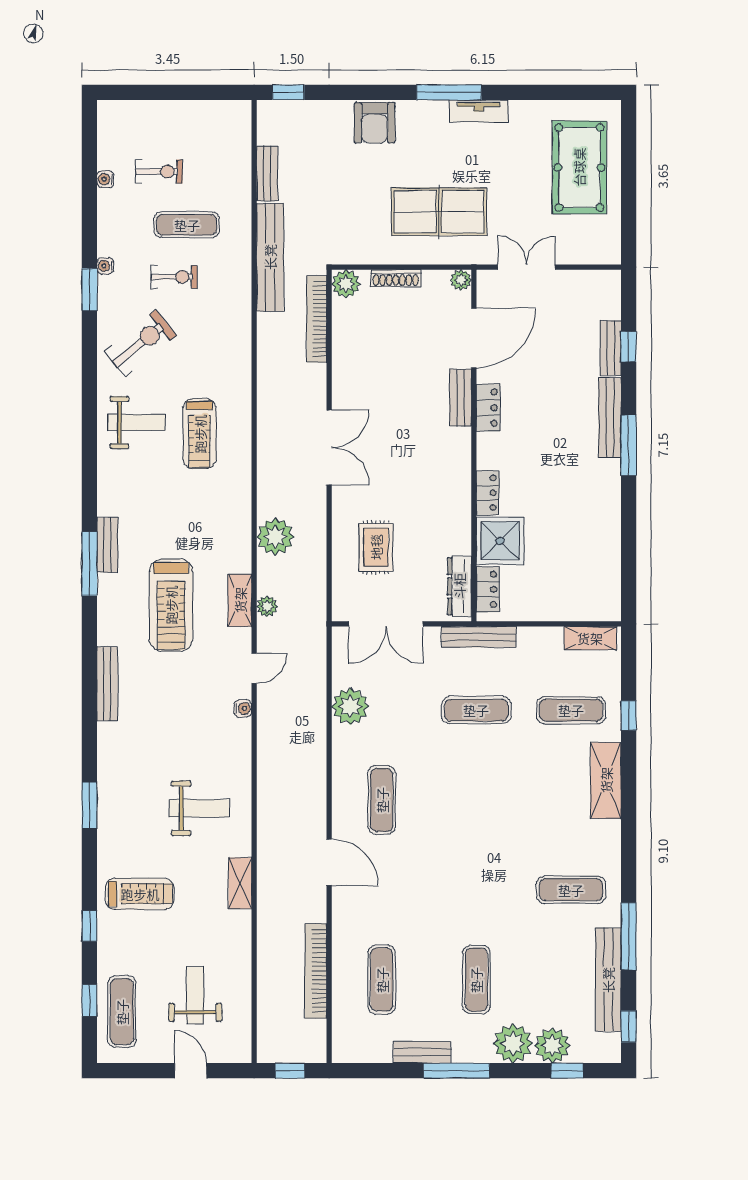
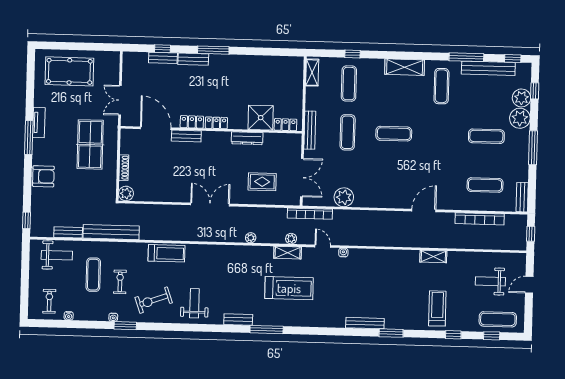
exercise bike: (159, 172) -> (49, 301), moved
plant: (461, 280) -> (126, 134), removed
bookcase: (317, 319) -> (310, 214), moved
exercise bike: (140, 343) -> (154, 300), turned -71
bench: (610, 418) -> (193, 59), width x0.73
treadmill: (200, 434) -> (167, 253), moved
locker: (488, 493) -> (216, 123), moved
plant: (275, 537) -> (251, 238), width x0.53, depth x0.53
bench: (107, 545) -> (238, 319), moved
dresser: (459, 586) -> (247, 138), moved
bench: (107, 684) -> (365, 323), moved
shelving: (606, 780) -> (405, 67), moved
exercise mat: (382, 800) -> (394, 134), moved
weight bench: (199, 808) -> (57, 255), moved, turned 90
bench: (422, 1052) -> (522, 197), moved

